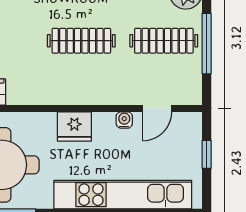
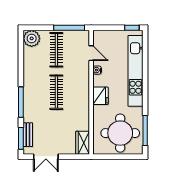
window: (207, 44) -> (69, 28), moved
window: (207, 154) -> (132, 28), moved

